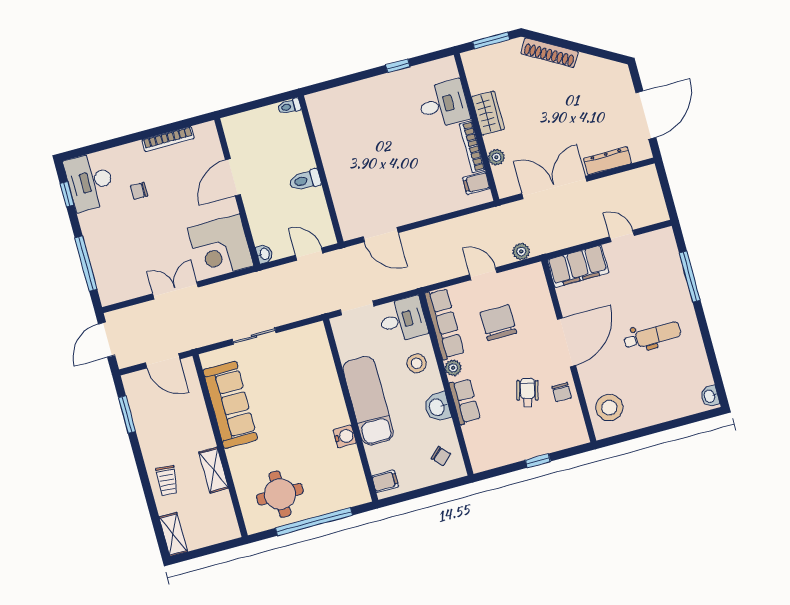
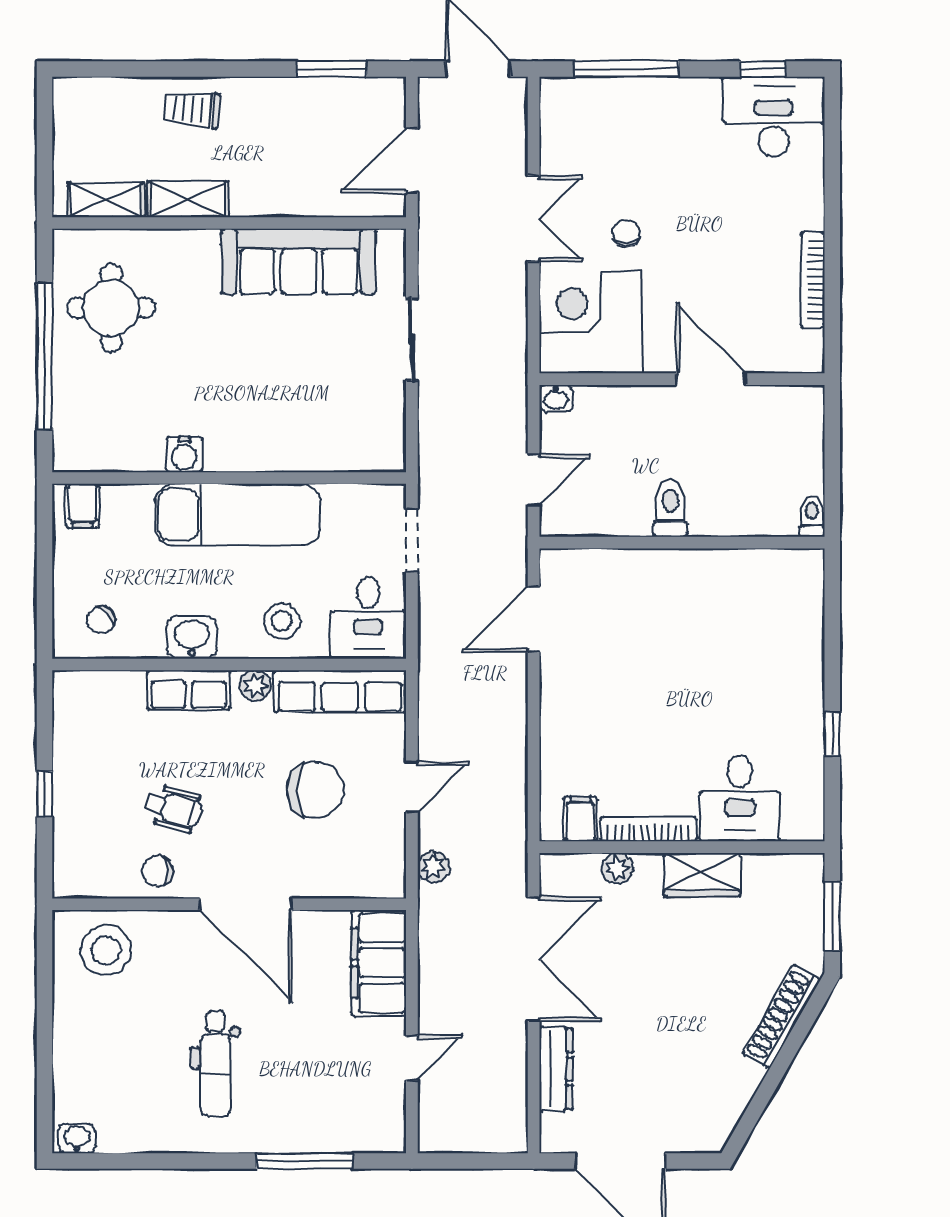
chair: (139, 191) -> (626, 233), moved
shelving: (173, 534) -> (106, 200), moved

